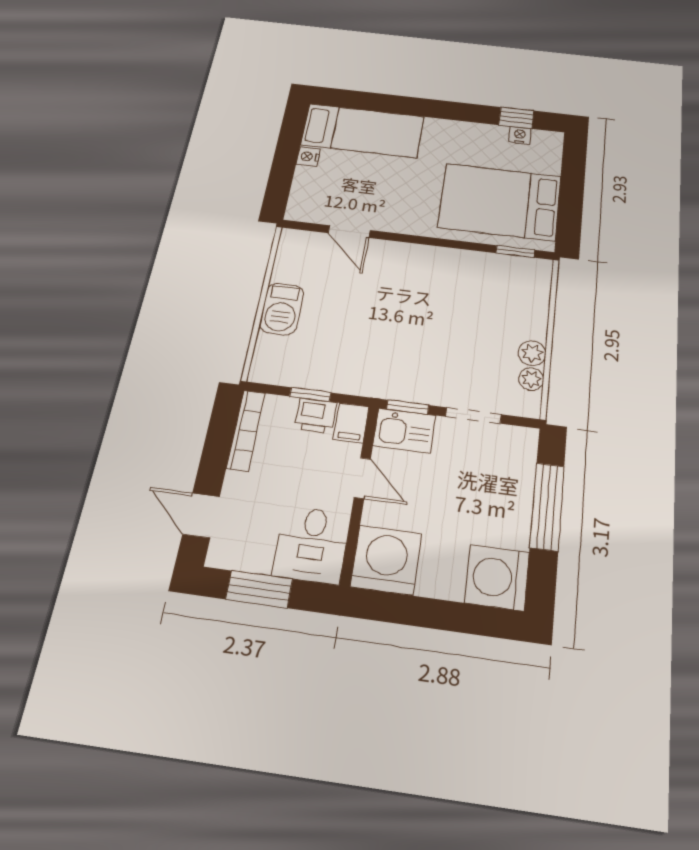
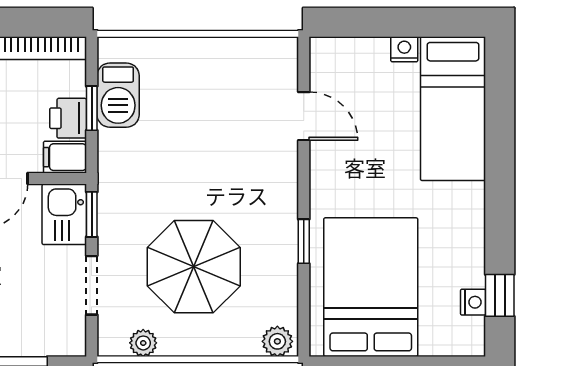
door: (349, 232) -> (304, 116), swing flipped
window: (515, 251) -> (304, 241), moved
barbecue: (282, 309) -> (118, 95), moved, turned -90
parasol: (467, 330) -> (194, 267), added
plant: (532, 353) -> (277, 341), moved

